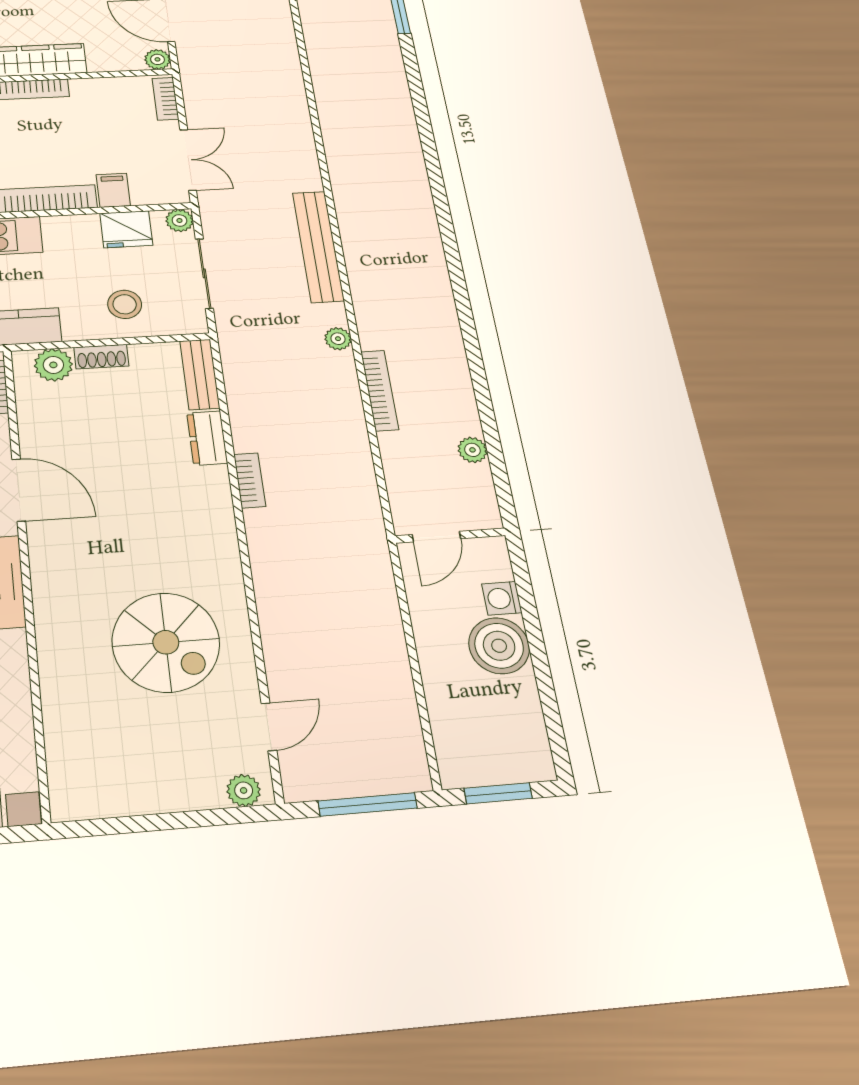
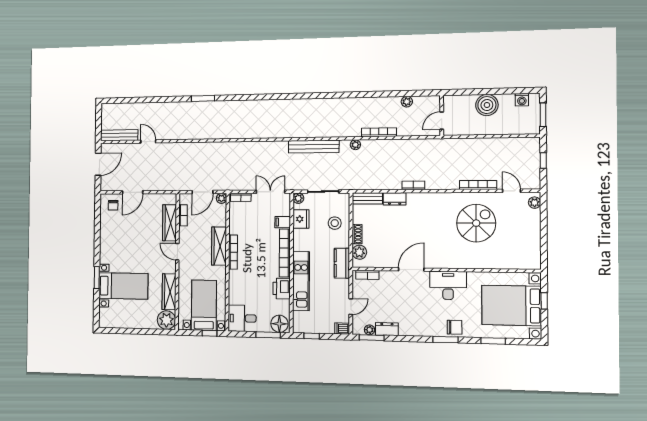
door: (436, 537) -> (442, 121), swing flipped
washing machine: (502, 598) -> (522, 100), moved
bookcase: (273, 639) -> (478, 185), added
window: (368, 804) -> (543, 161), width x0.46

